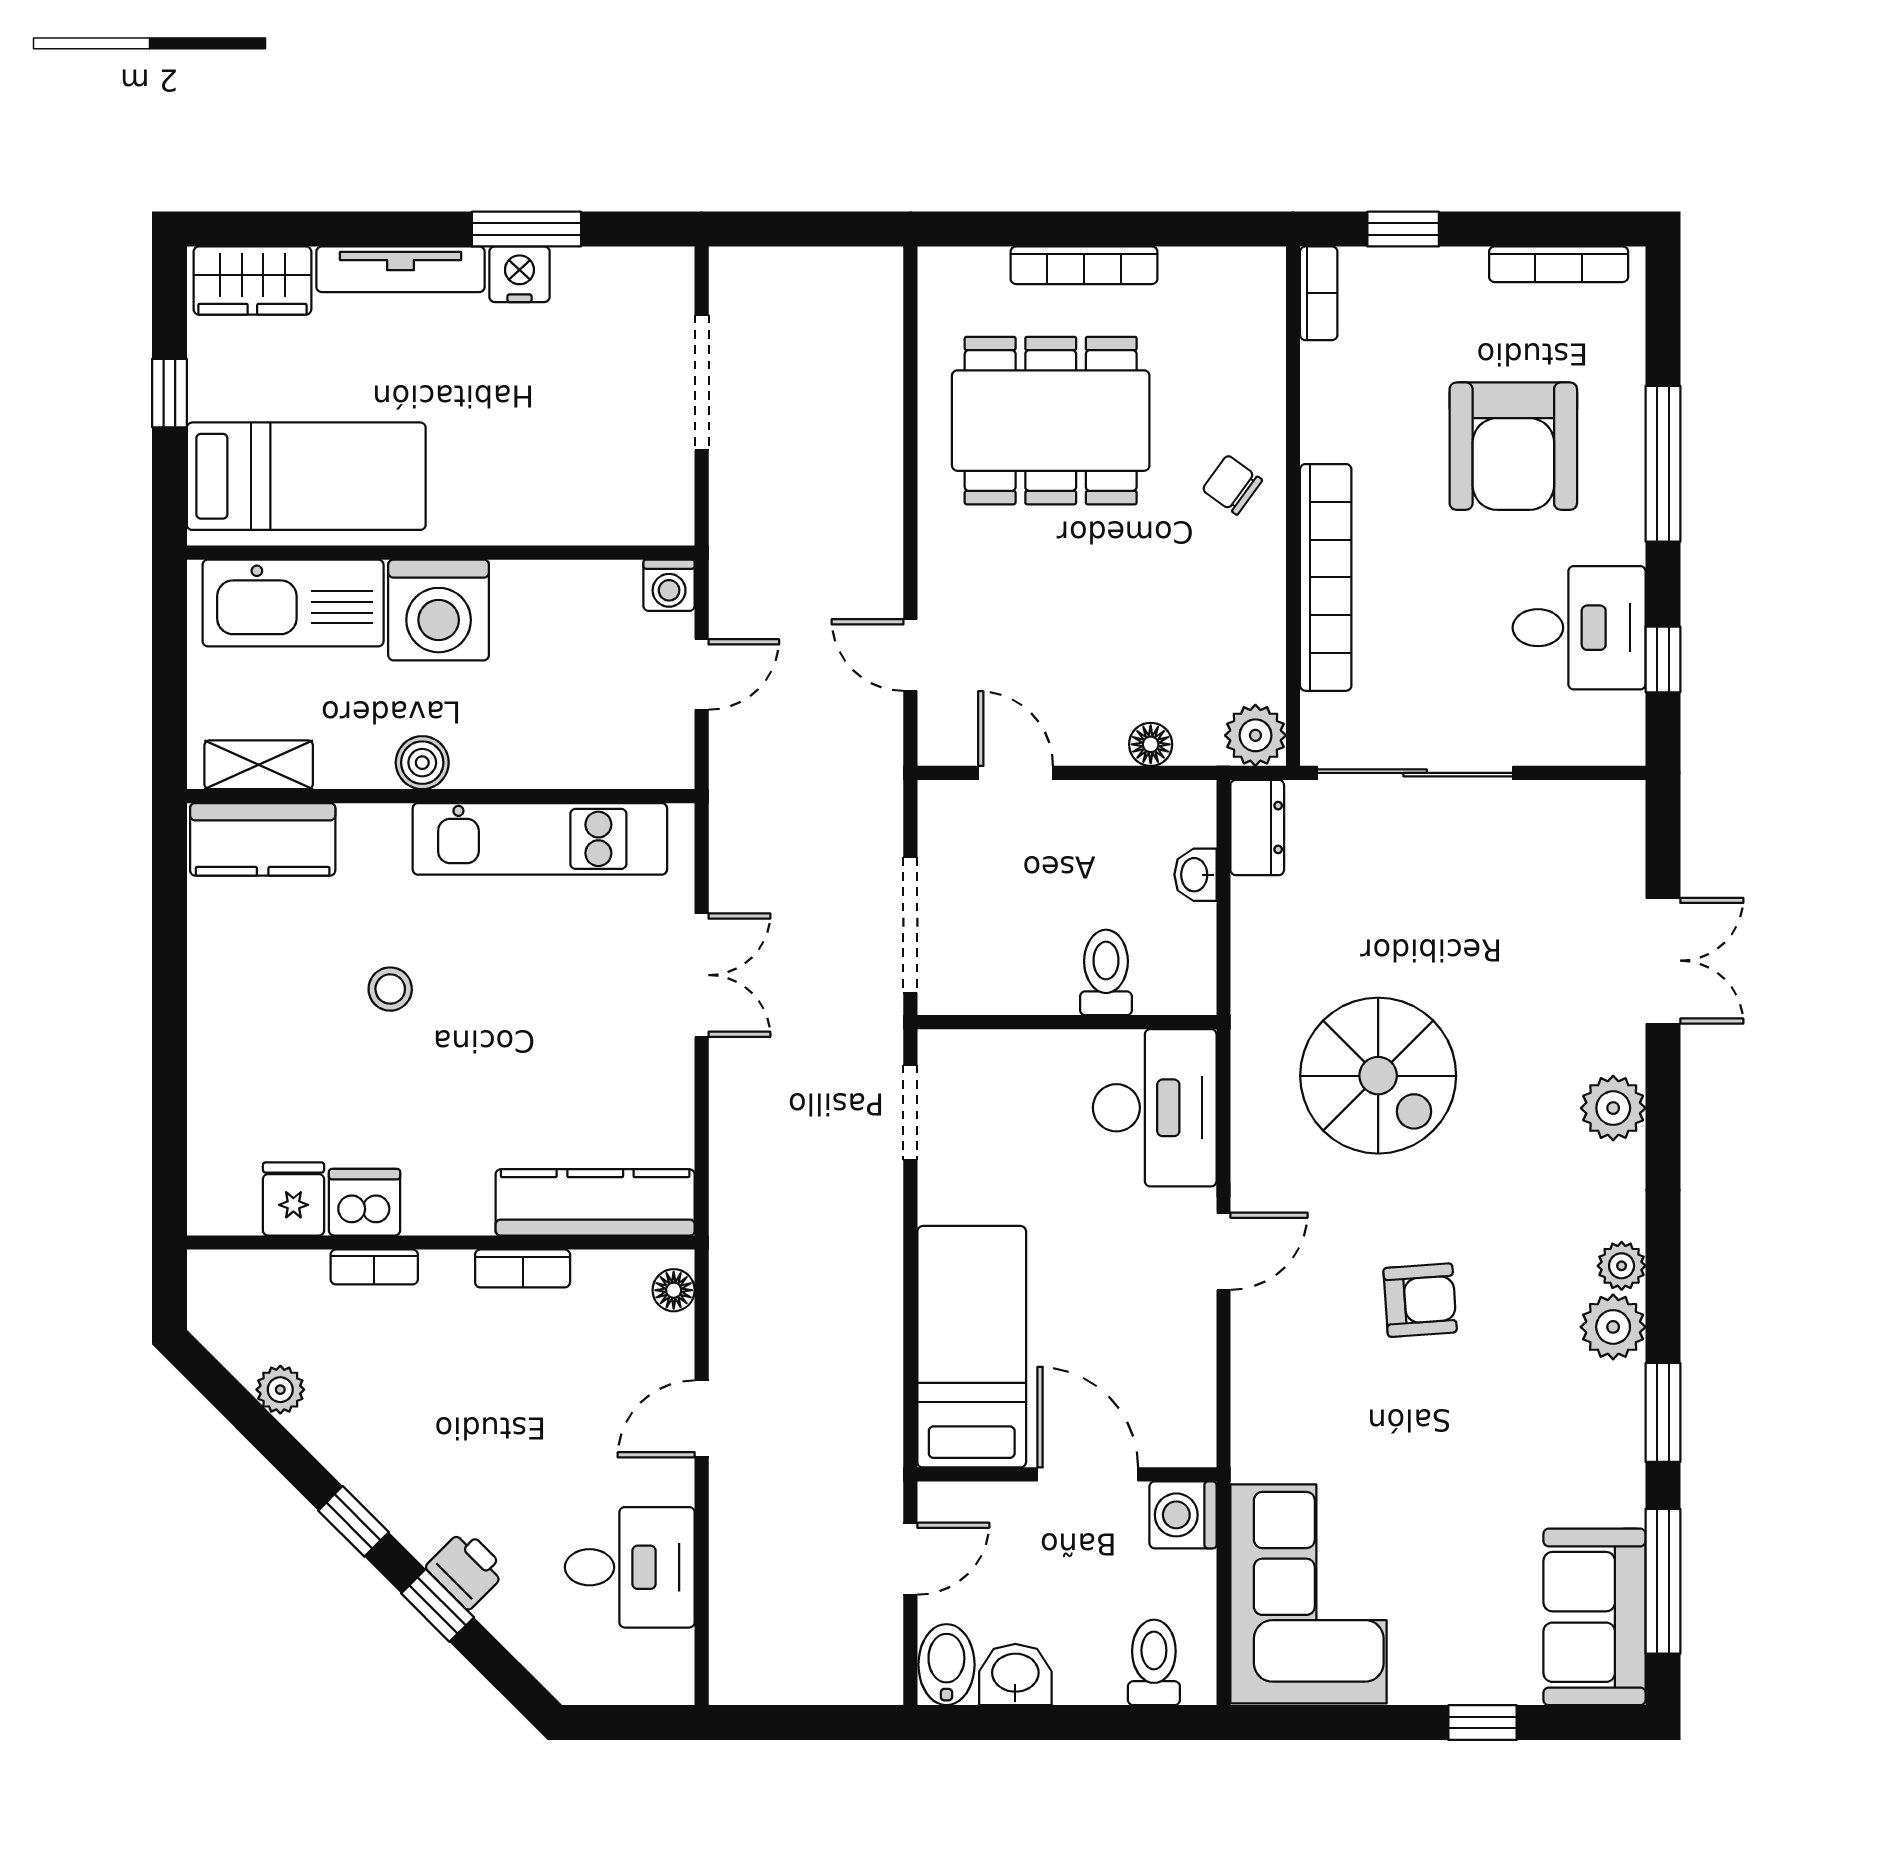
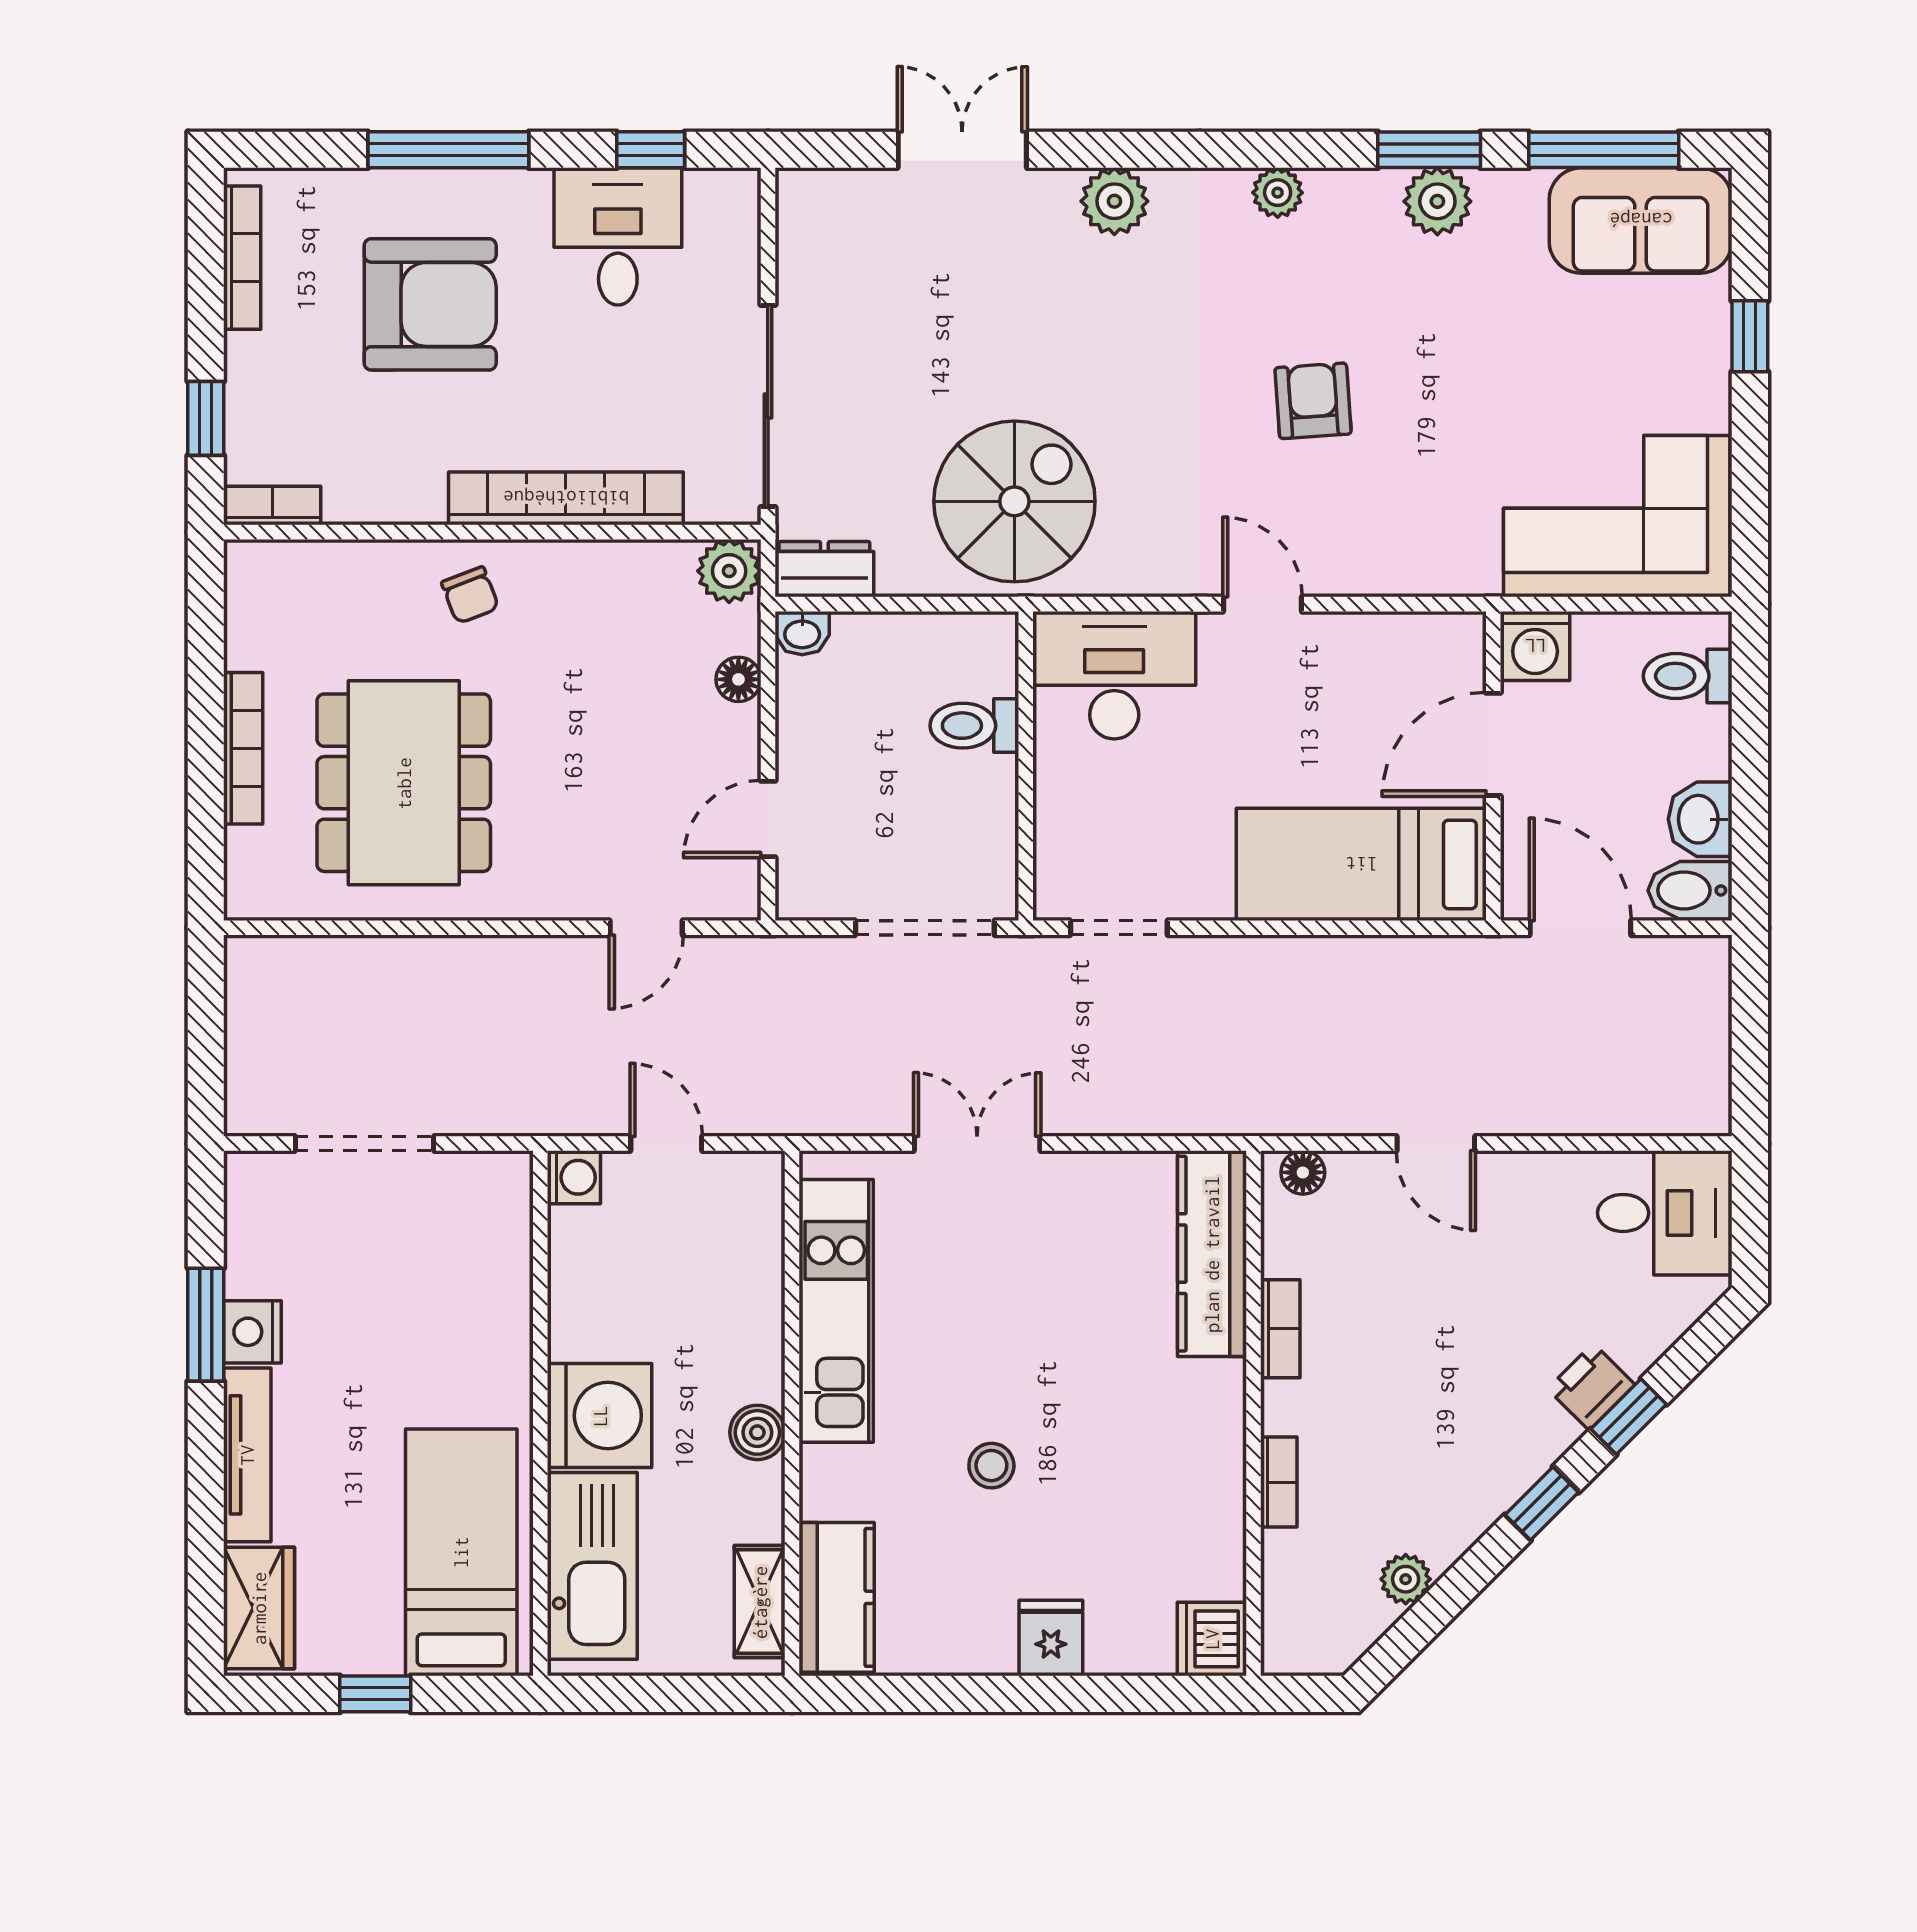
chair: (1232, 485) -> (470, 595), turned -57
washbasin: (1195, 875) -> (802, 633), moved
spiral stairs: (1378, 1076) -> (1014, 501), moved
fridge: (293, 1199) -> (1051, 1638), moved, turned 90
dishwasher: (365, 1202) -> (1212, 1639), moved
plant: (1613, 1327) -> (1437, 201), moved
door: (910, 1559) -> (1580, 928), width x1.37
desk: (630, 1567) -> (1665, 1213), moved, turned 90

